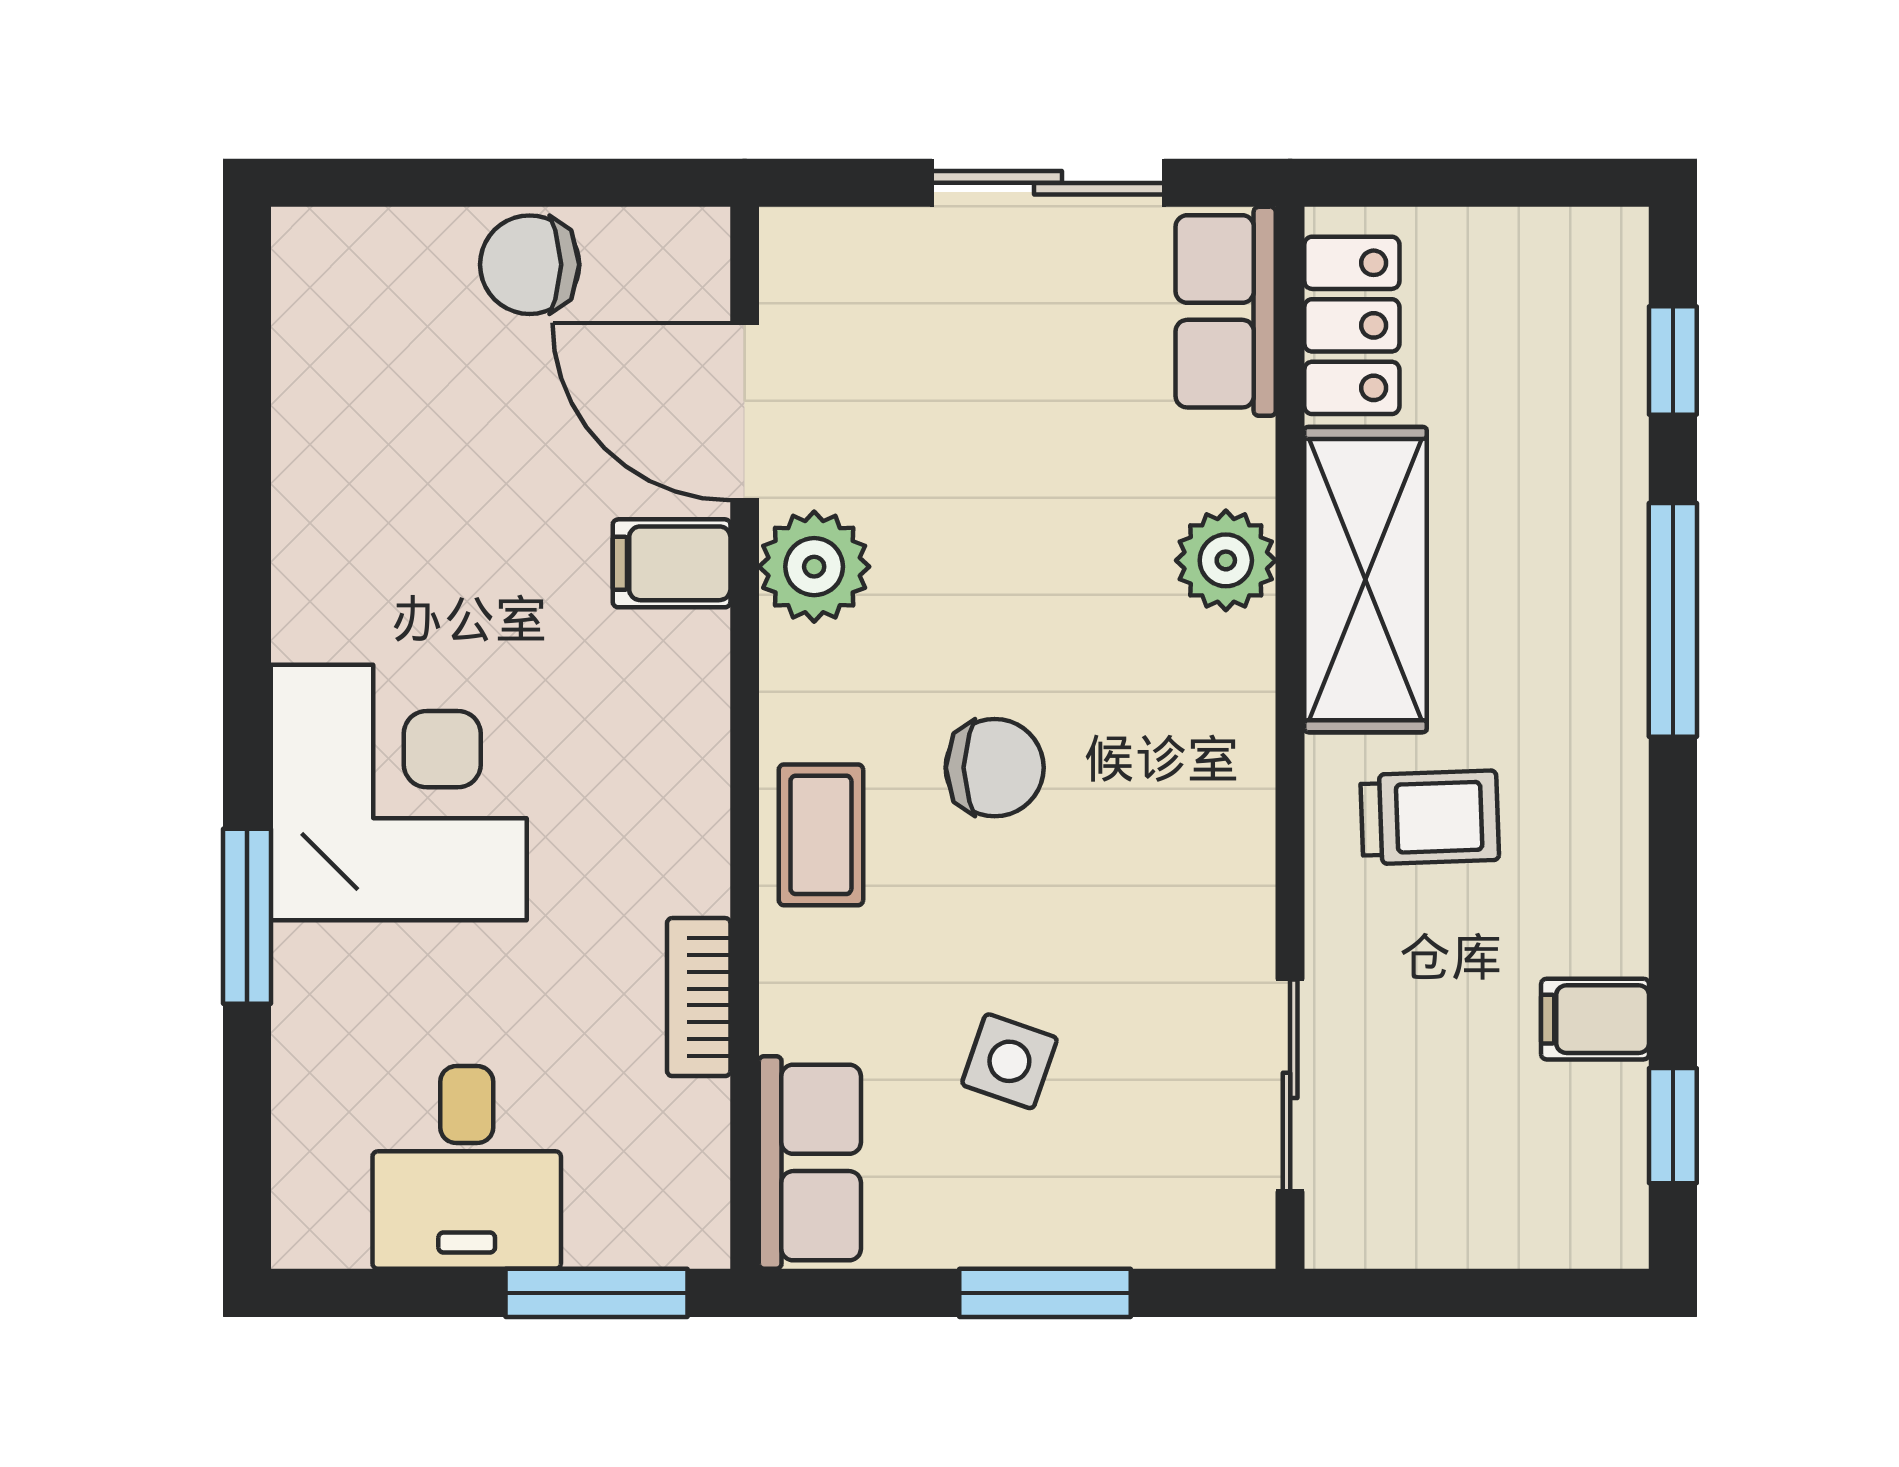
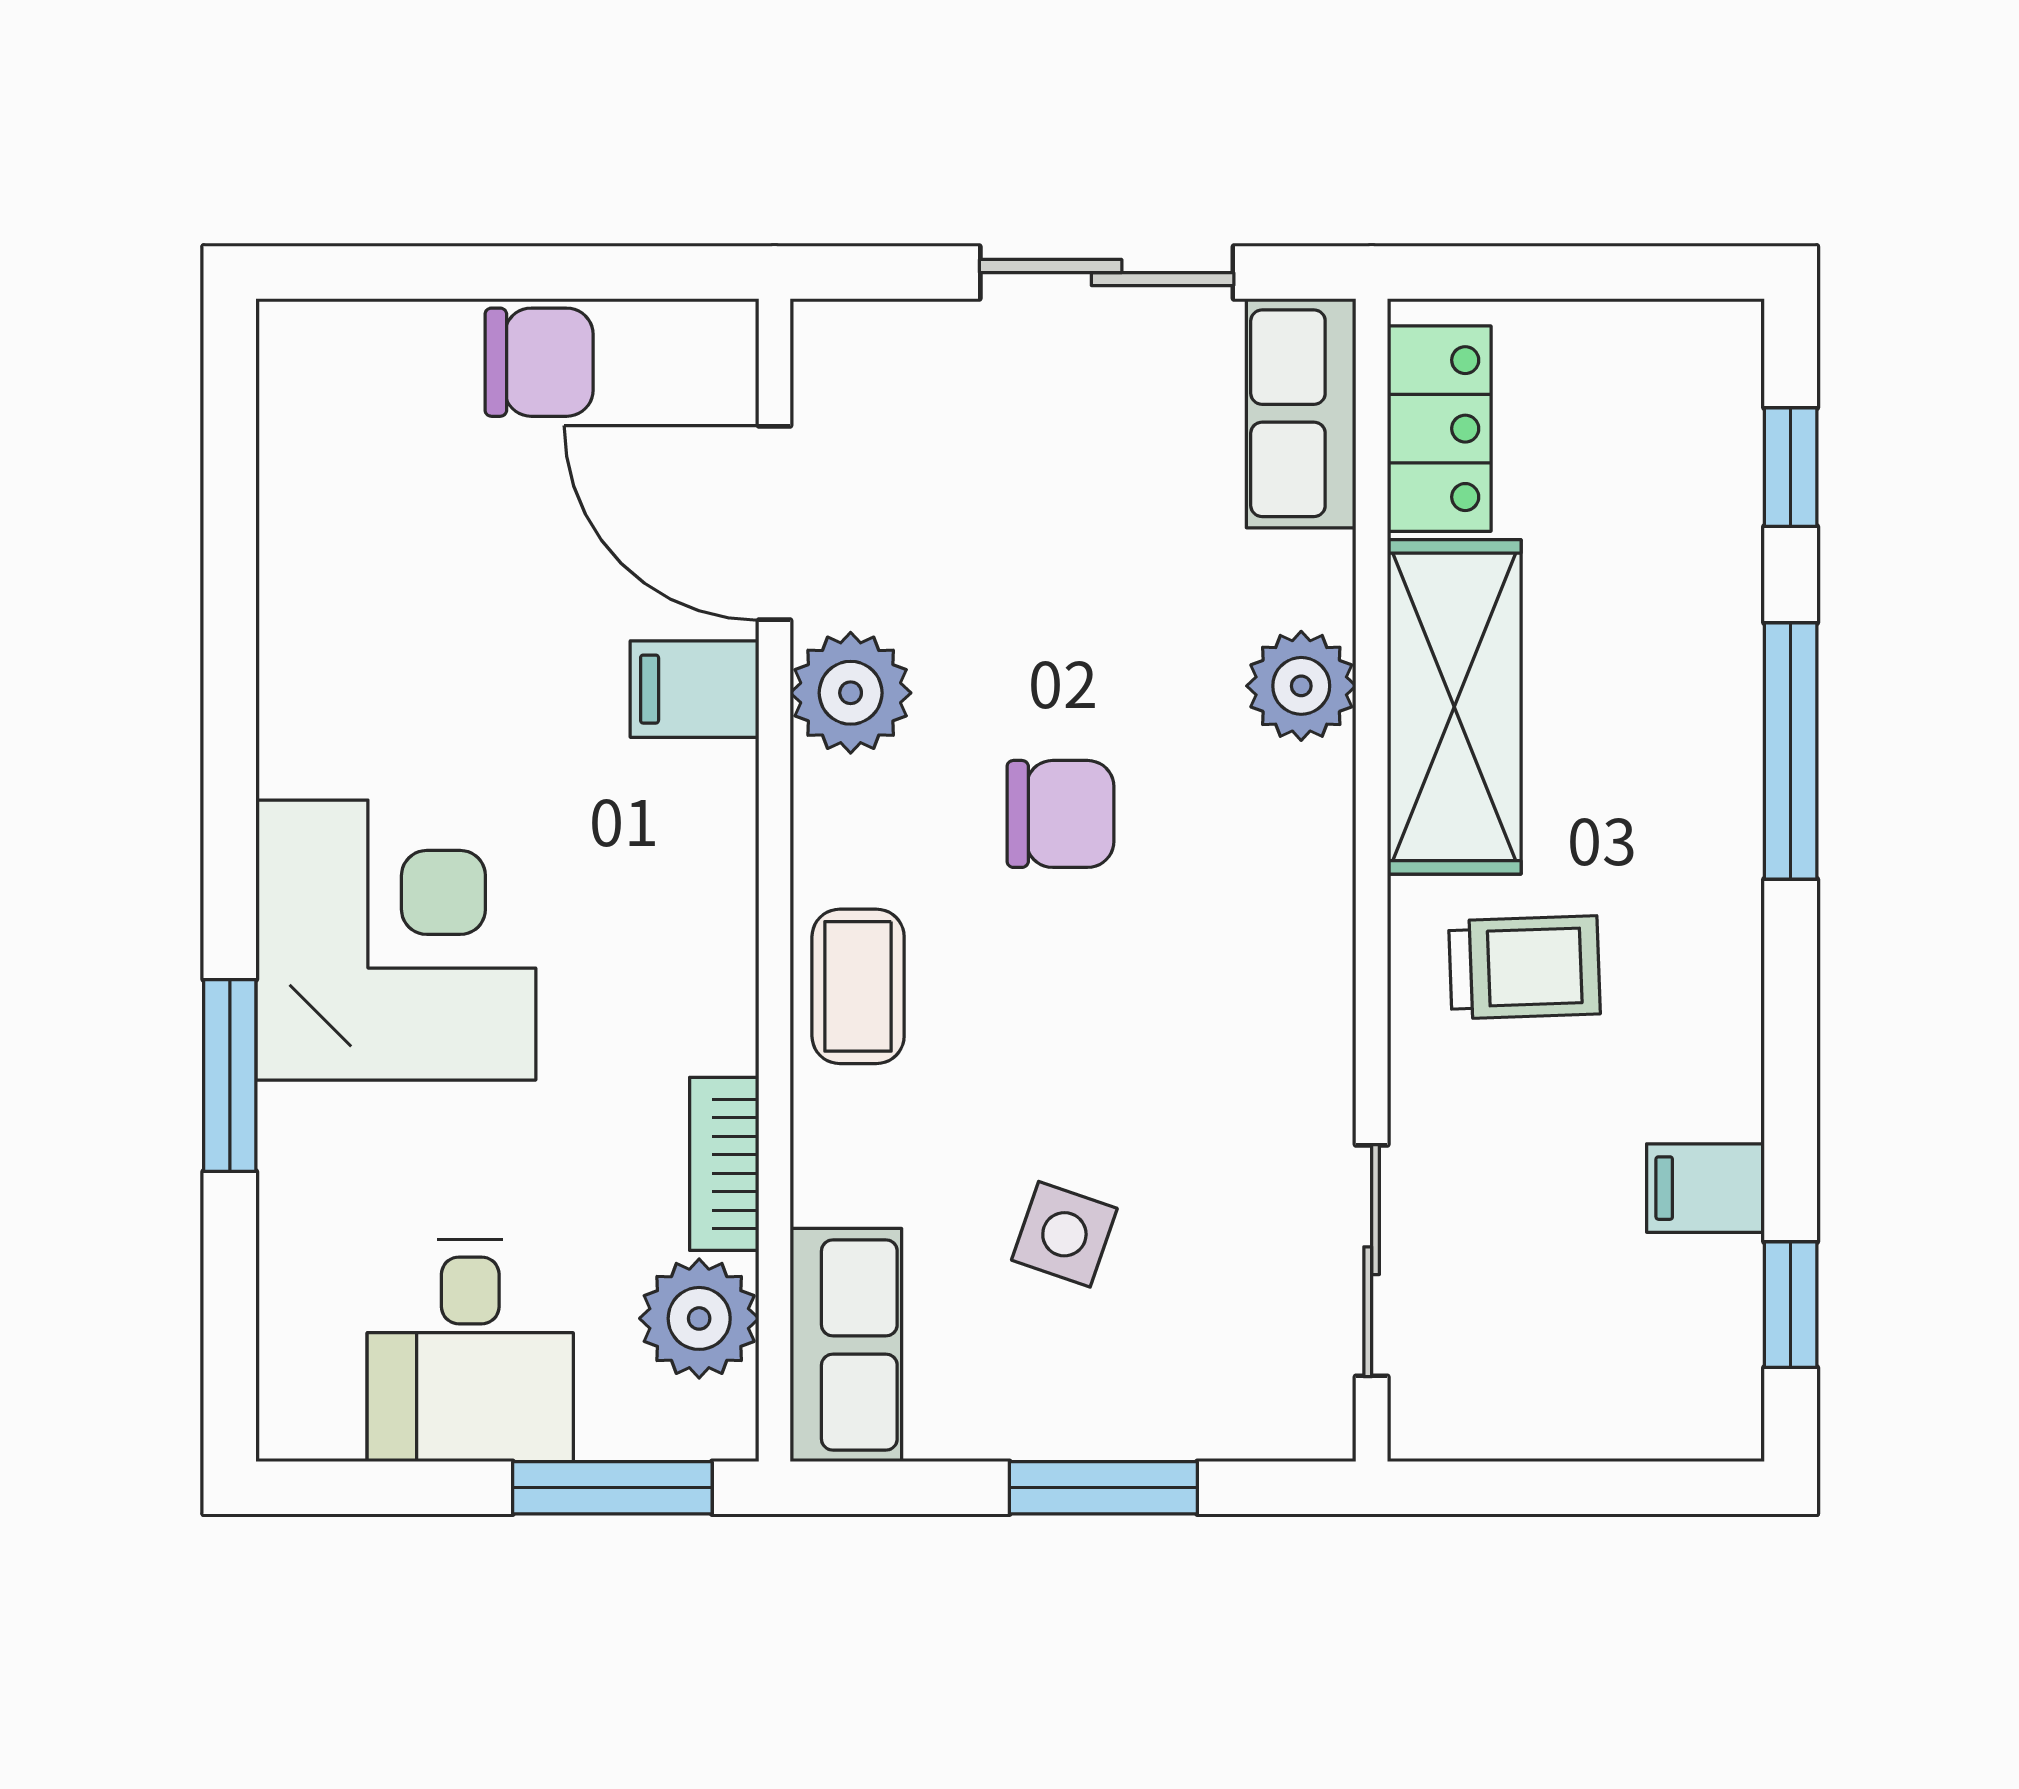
chair: (530, 265) -> (539, 362), turned 180
chair: (995, 768) -> (1060, 814), moved
plant: (676, 1138) -> (699, 1318), added

